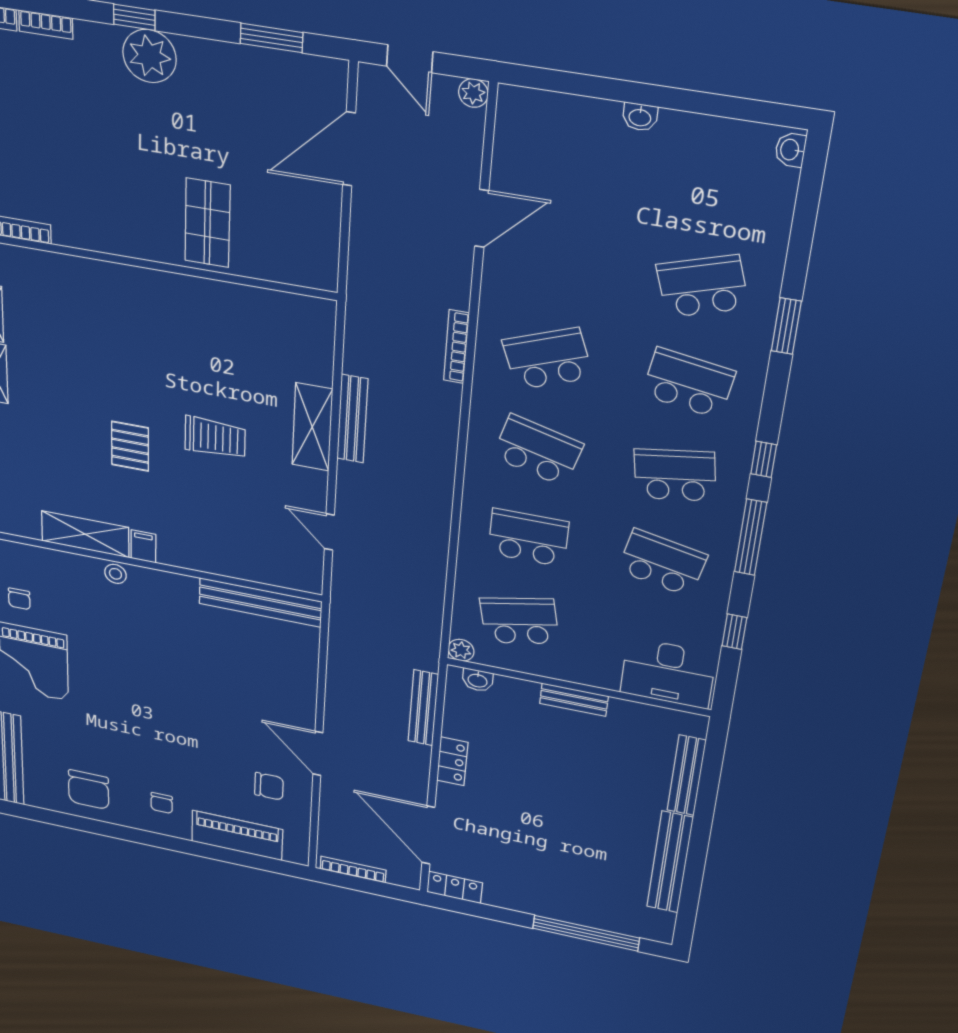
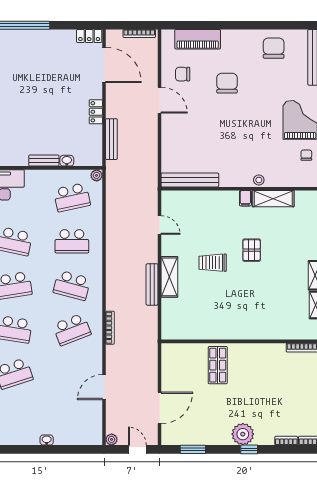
washbasin: (478, 680) -> (67, 161), moved
chair: (162, 803) -> (227, 83), moved, width x1.87, depth x1.87

